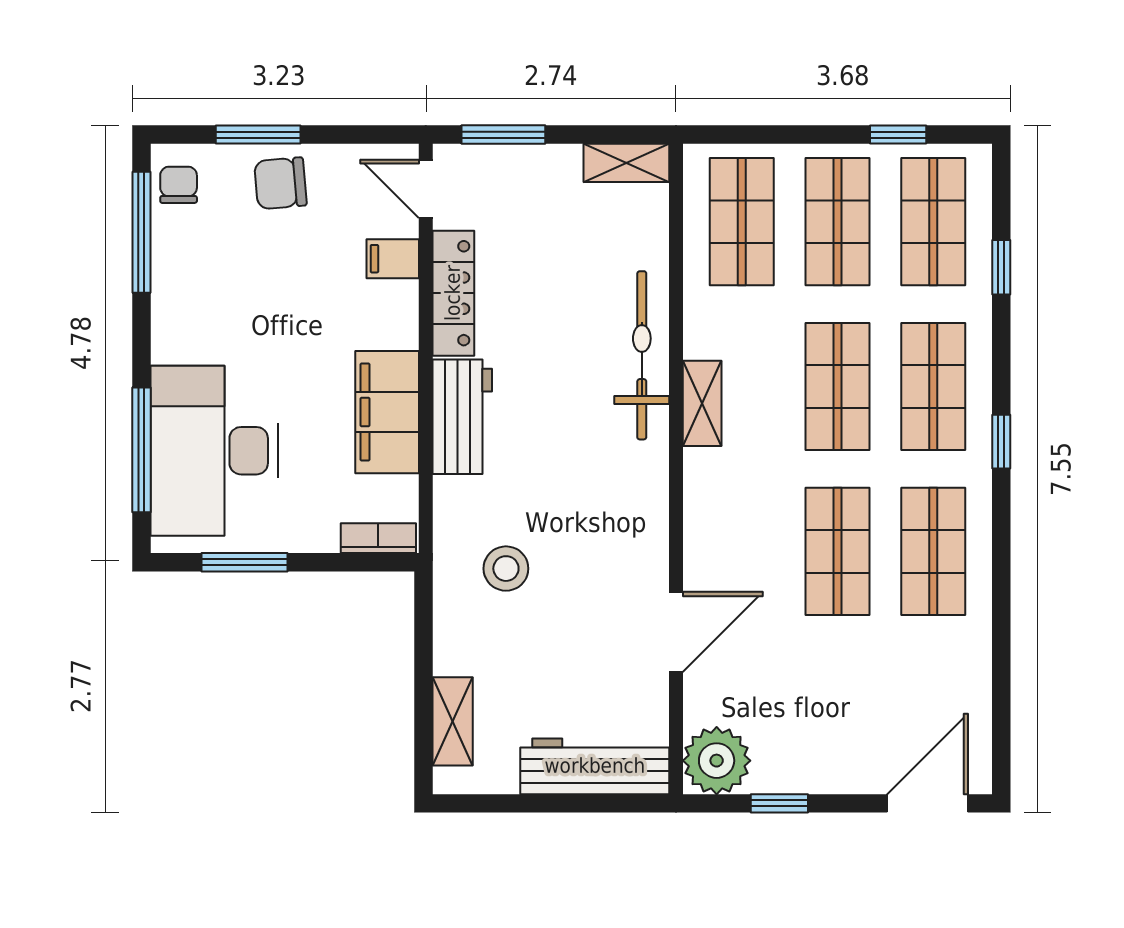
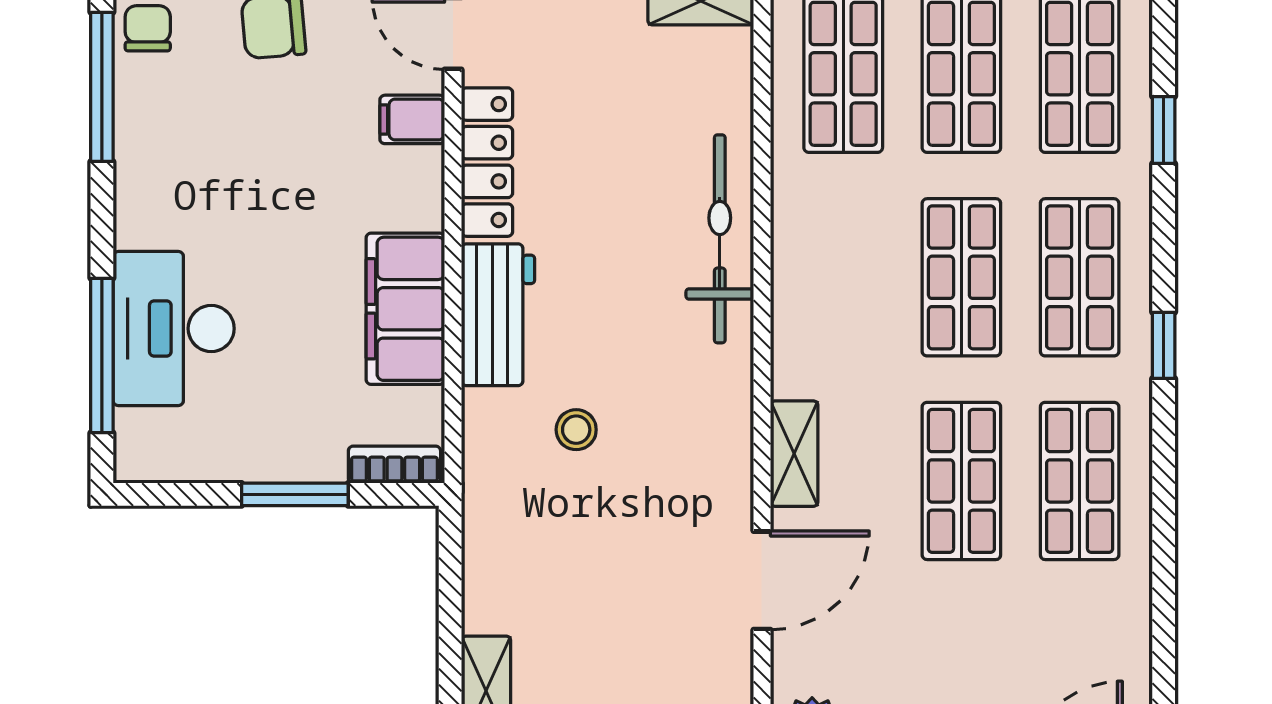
shelving: (702, 403) -> (794, 454), moved
desk: (214, 451) -> (174, 329), width x0.73, depth x0.77
window: (244, 562) -> (295, 494), moved
stool: (506, 569) -> (576, 430), moved, width x0.73, depth x0.73

